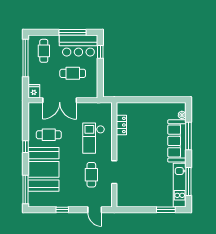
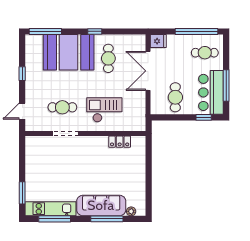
cafe table: (73, 73) -> (175, 97), moved

